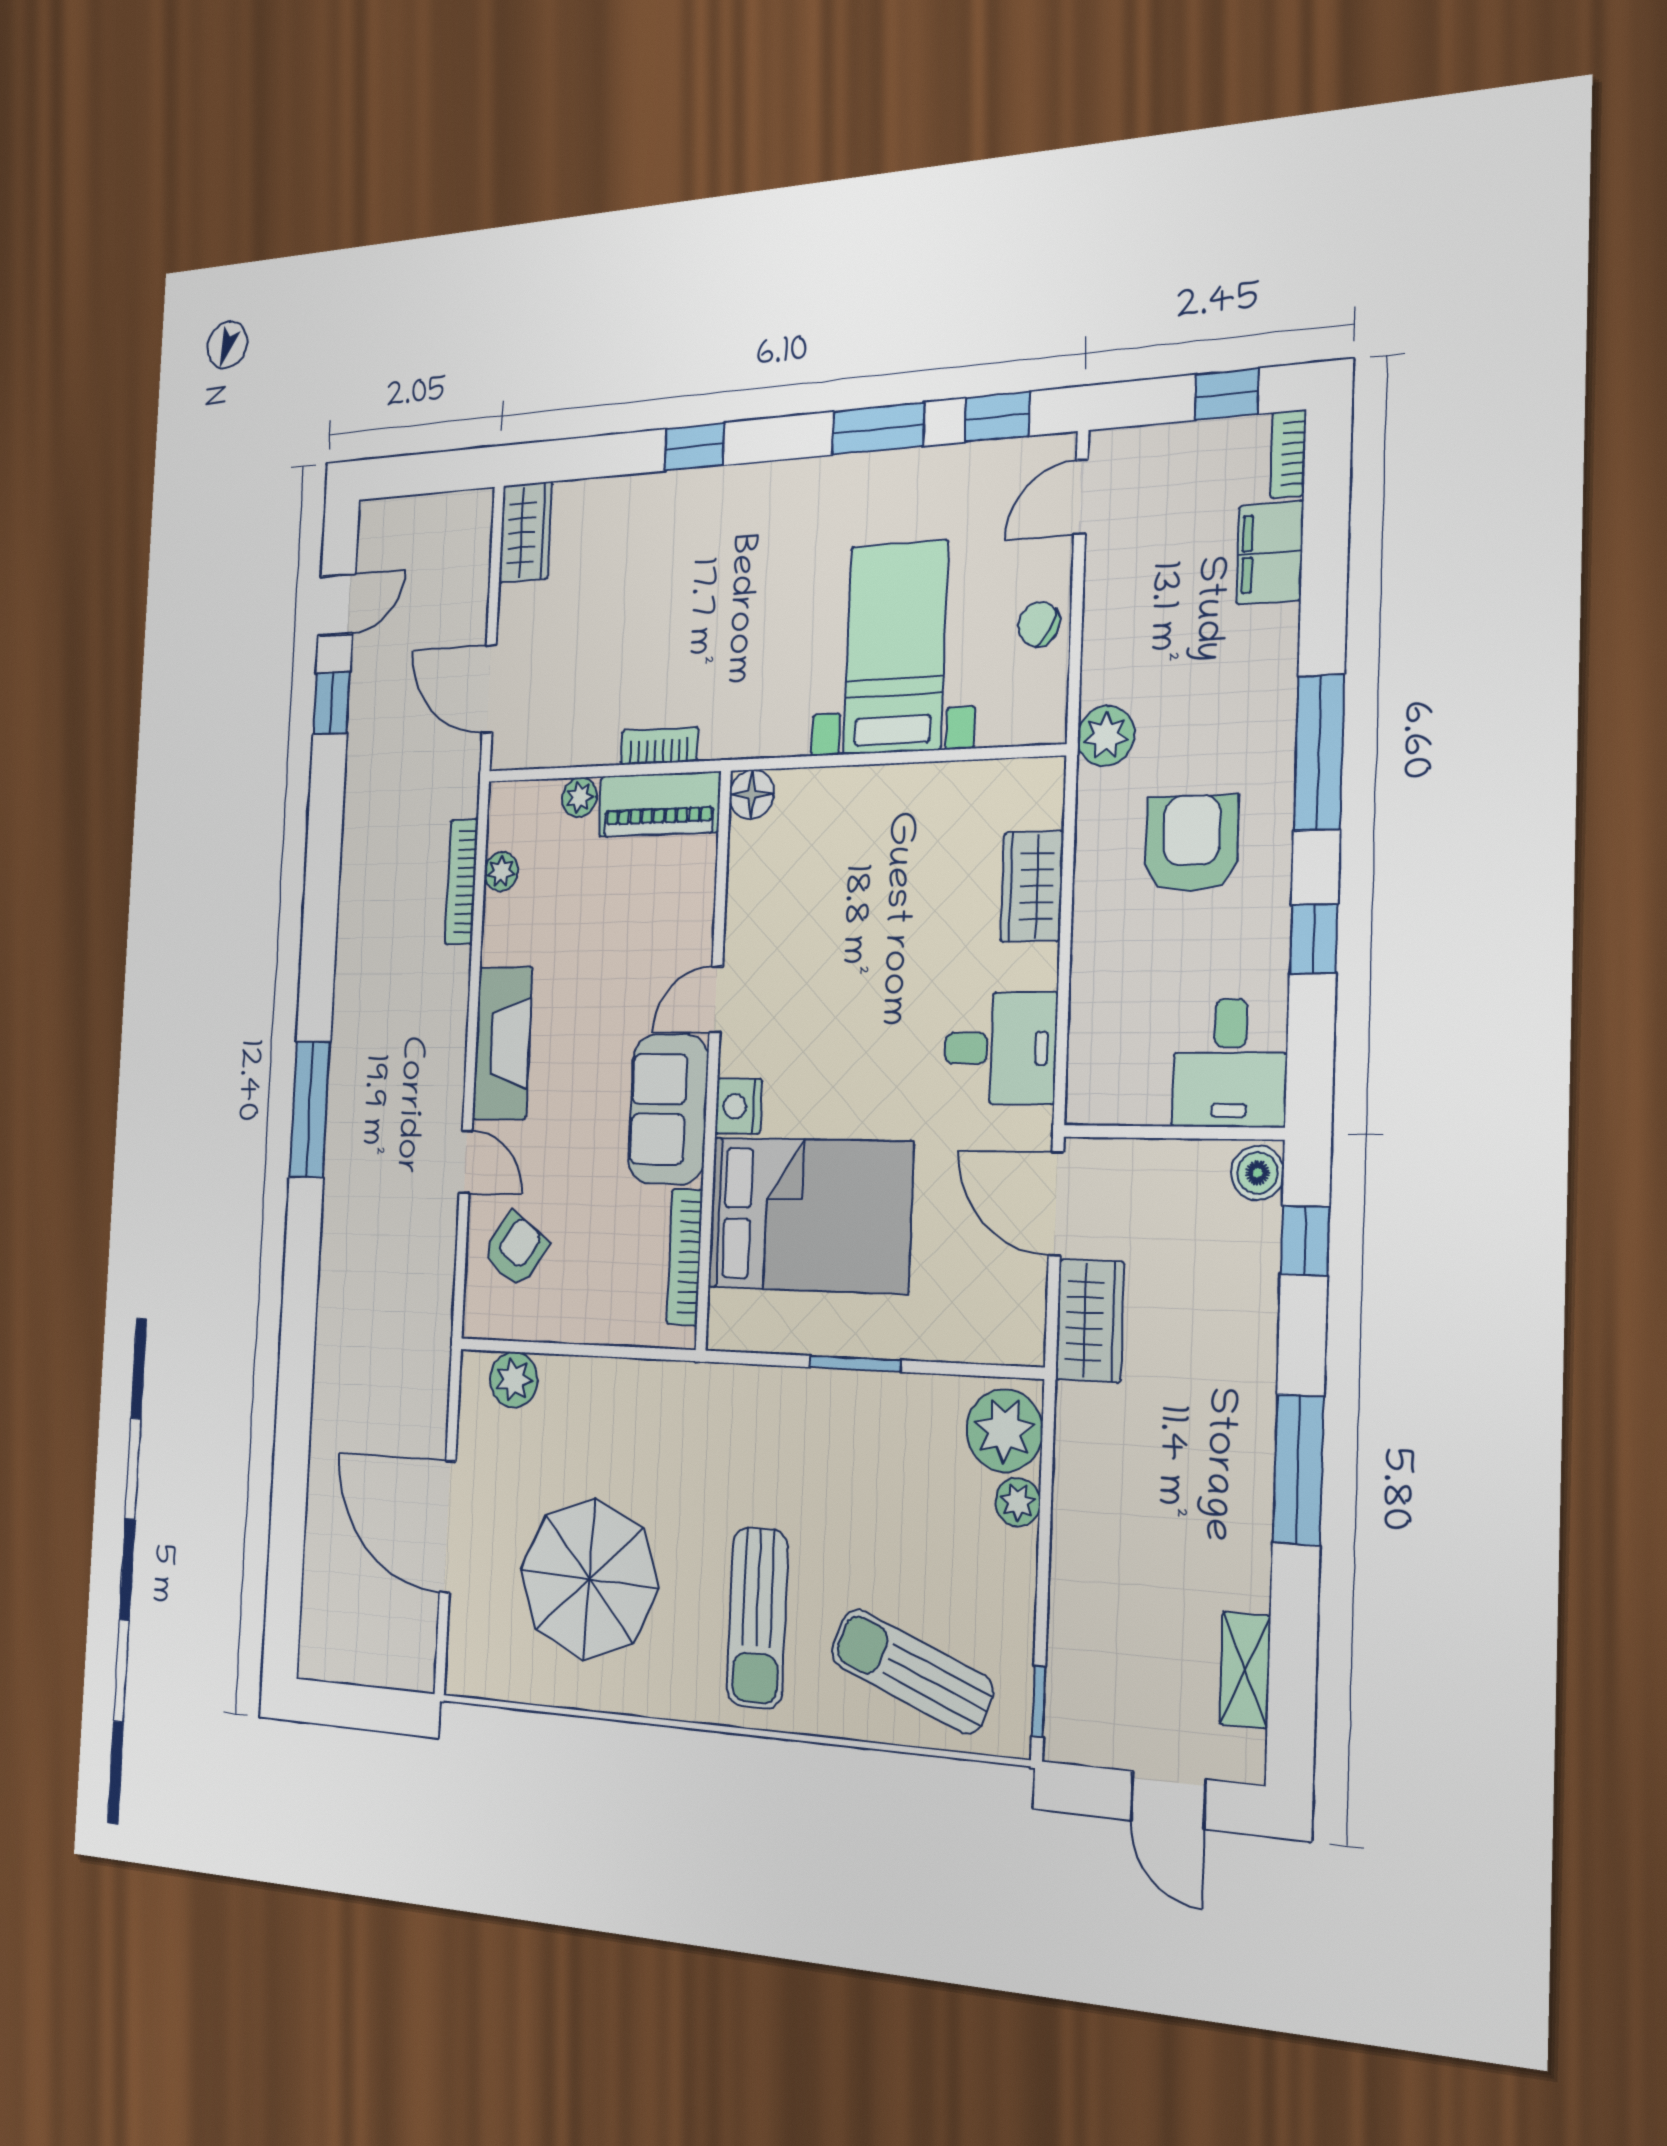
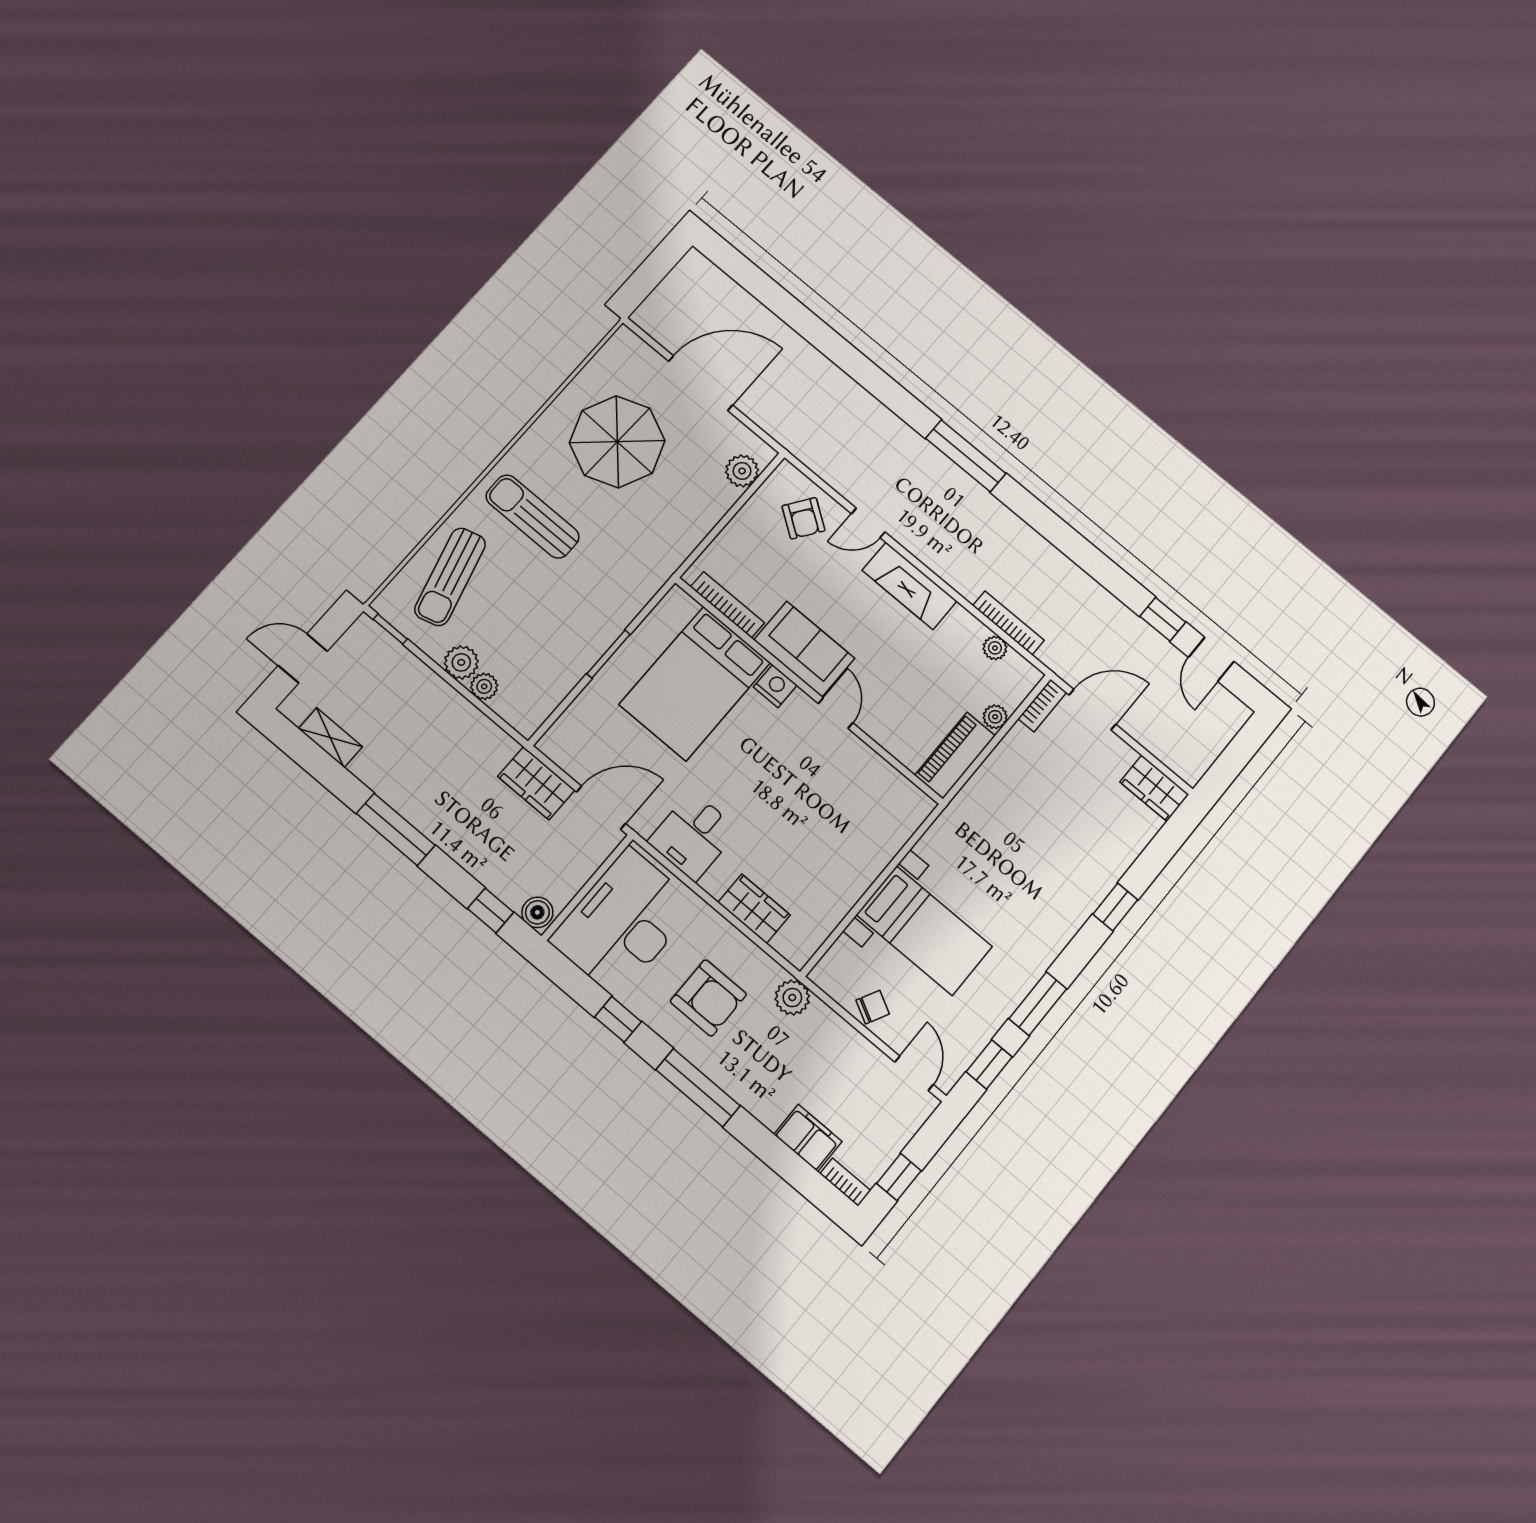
bookcase: (659, 746) -> (1042, 706), moved
floor lamp: (752, 794) -> (918, 806), removed
desk: (1230, 1063) -> (623, 923), width x1.87, depth x1.30
plant: (1004, 1431) -> (461, 662), moved, width x0.73, depth x0.73
sun lounger: (912, 1671) -> (450, 577), turned 144

